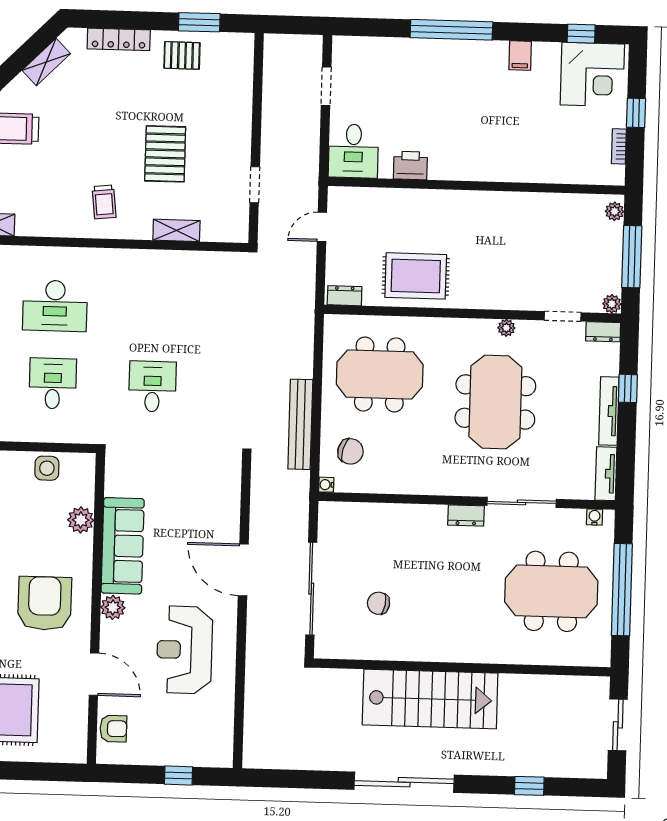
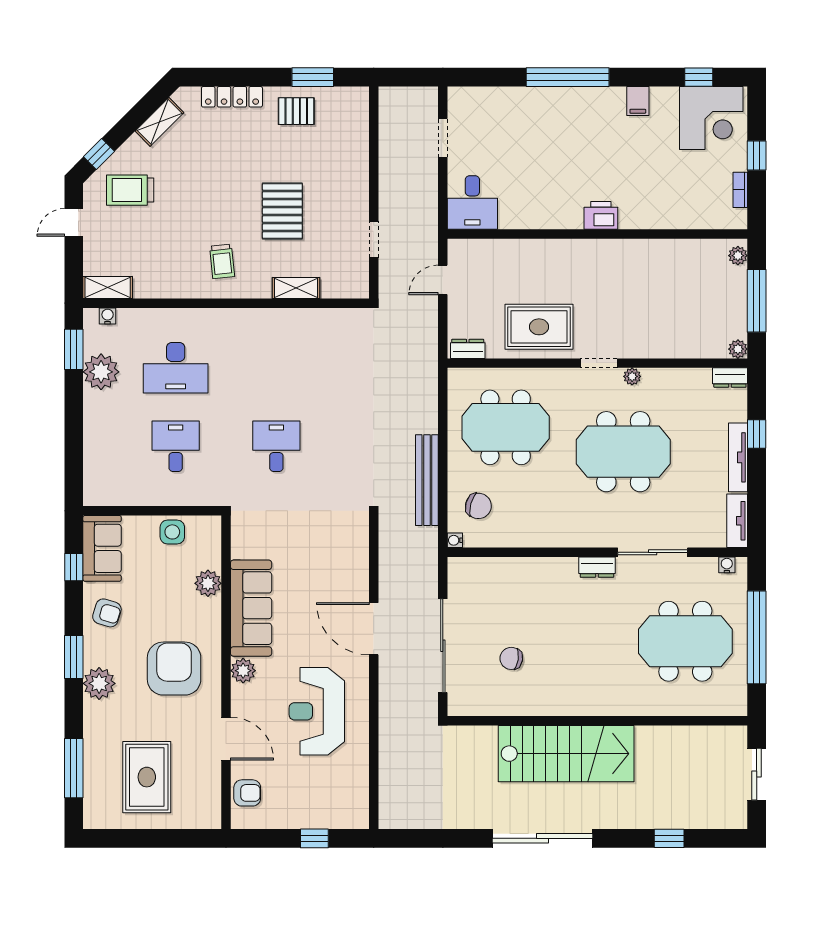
printer: (410, 166) -> (601, 215), moved
doorway: (563, 316) -> (599, 363), moved
meeting table: (495, 402) -> (623, 452), turned 90

